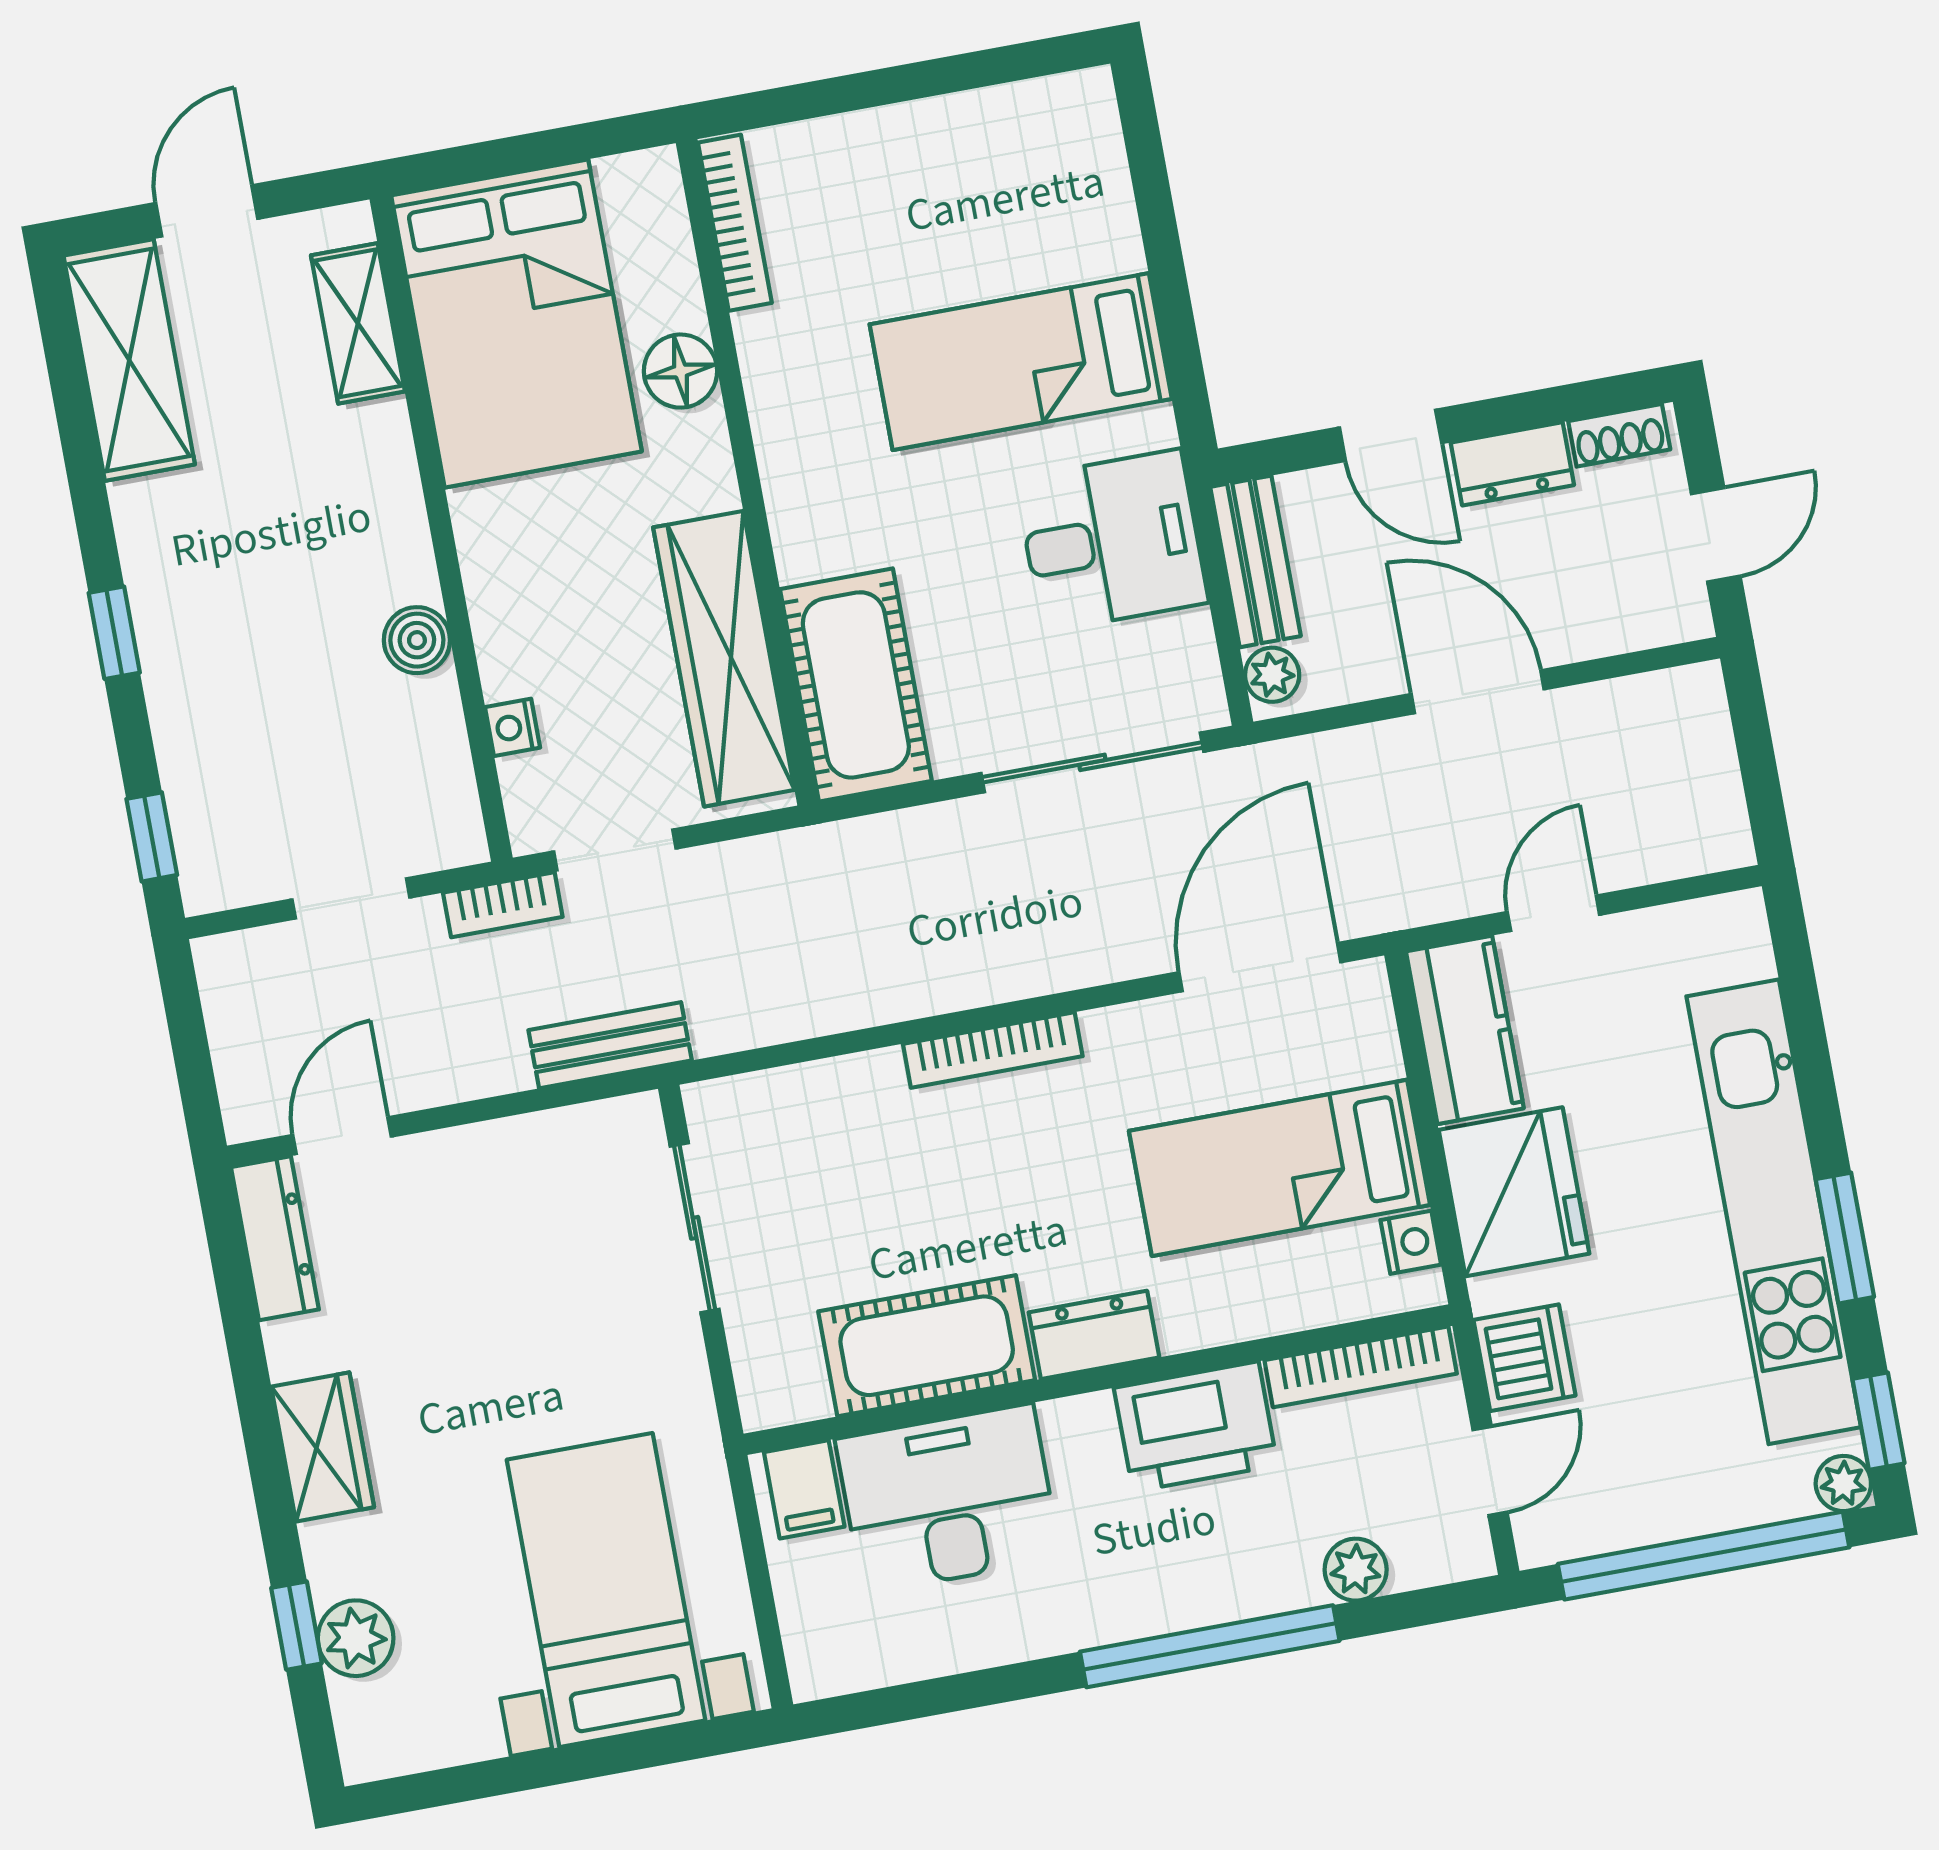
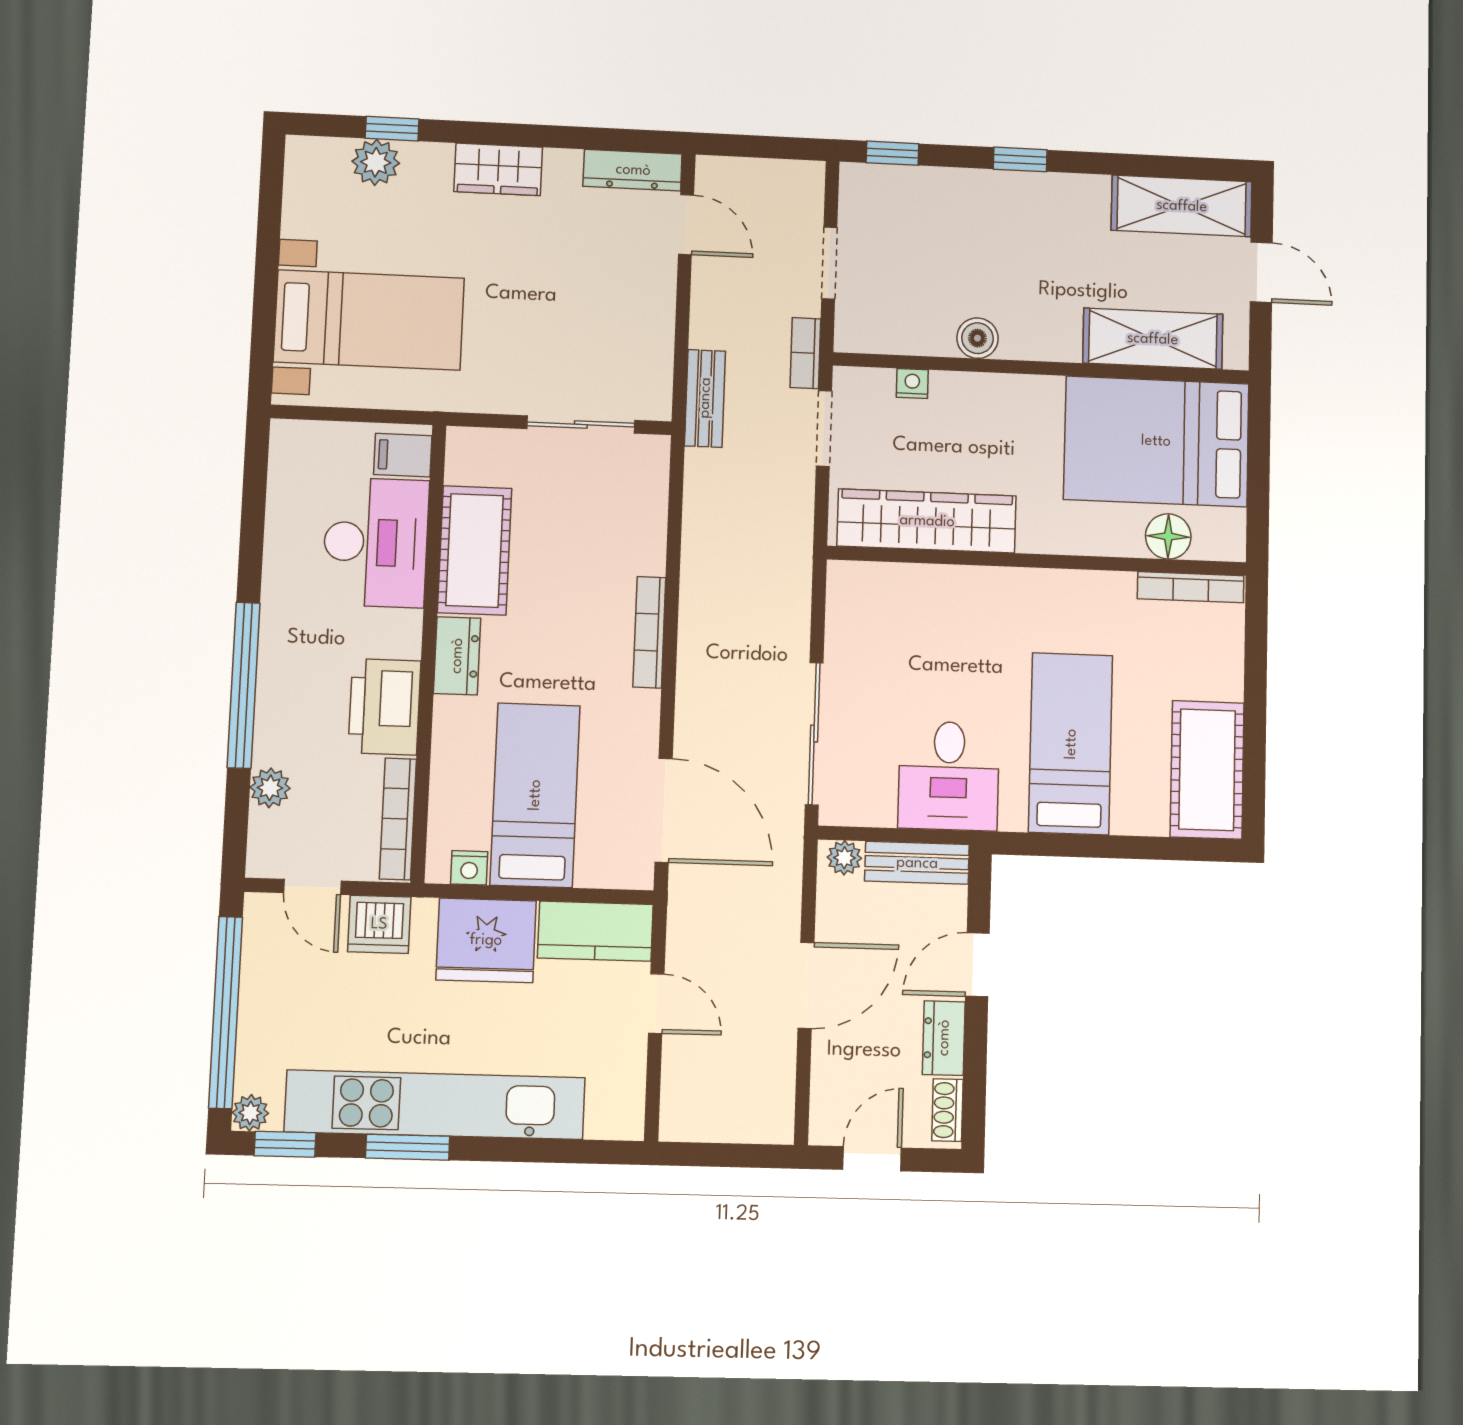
shelving: (358, 323) -> (1153, 339), width x1.50, depth x1.33
floor lamp: (680, 371) -> (1168, 536), moved
door: (1716, 535) -> (872, 1159), swing flipped
cot: (856, 685) -> (1207, 770), moved, turned 90

